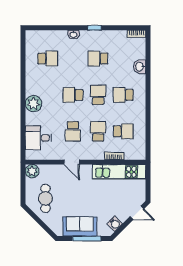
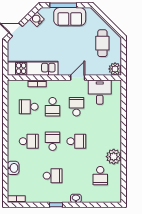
school desk: (48, 59) -> (100, 176), turned -90
school desk: (98, 95) -> (53, 141), turned 180
plant: (33, 104) -> (114, 157), moved
desk: (38, 138) -> (100, 92), moved, turned -90
door: (72, 162) -> (78, 78), hinge flipped

